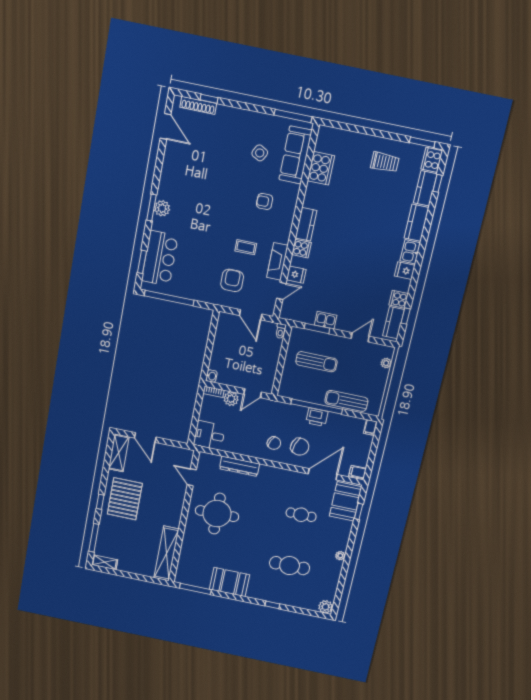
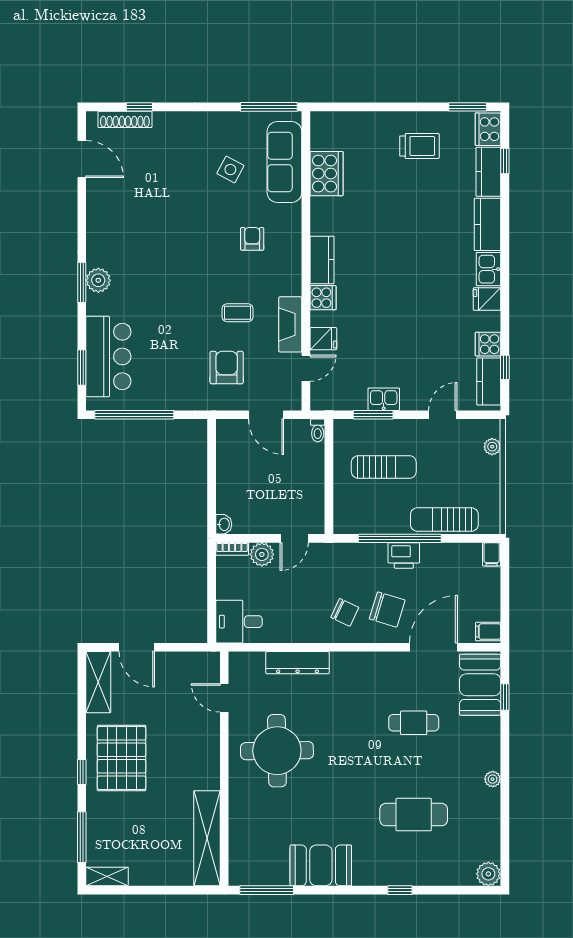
armchair: (265, 201) -> (252, 239), turned 90

